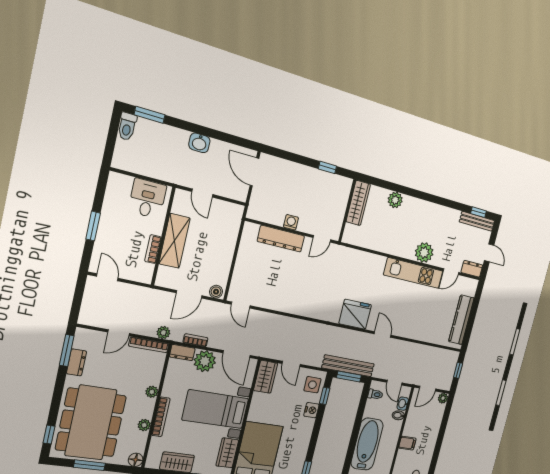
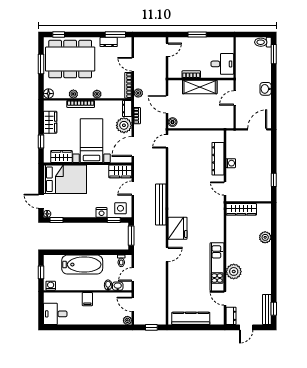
wardrobe: (358, 203) -> (241, 209), moved
bench: (348, 366) -> (161, 204), moved

